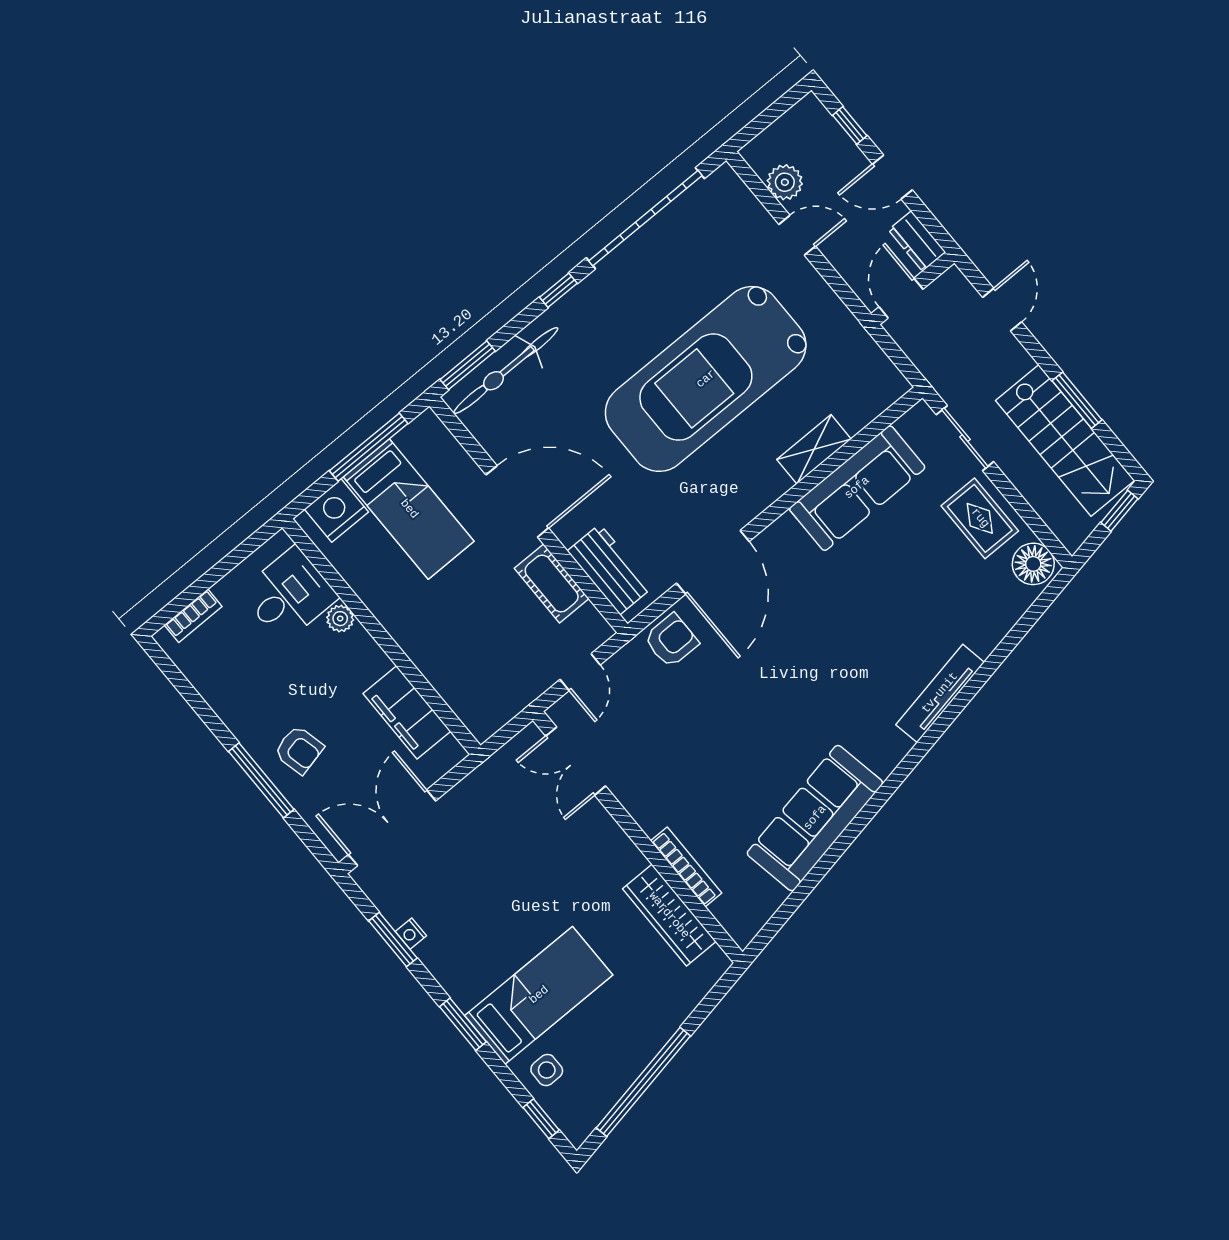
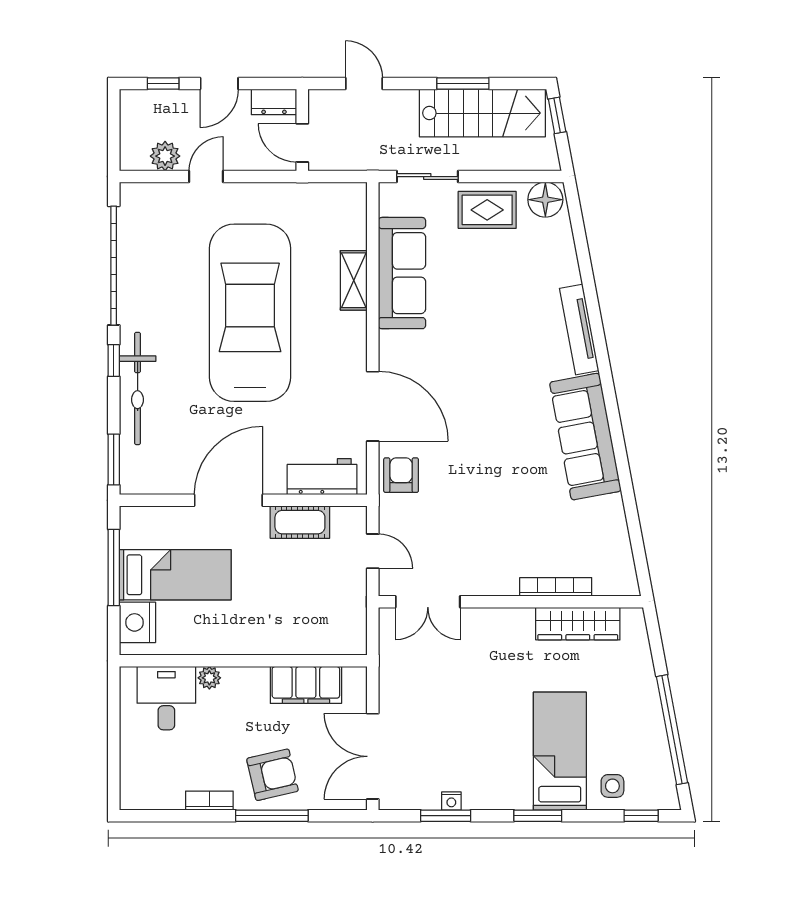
bicycle: (506, 371) -> (138, 388), moved
car: (706, 379) -> (250, 313), turned 180
bookcase: (193, 616) -> (209, 801), moved, turned -90
armchair: (299, 750) -> (272, 775), width x1.38, depth x1.38
sofa: (815, 818) -> (585, 437), moved

